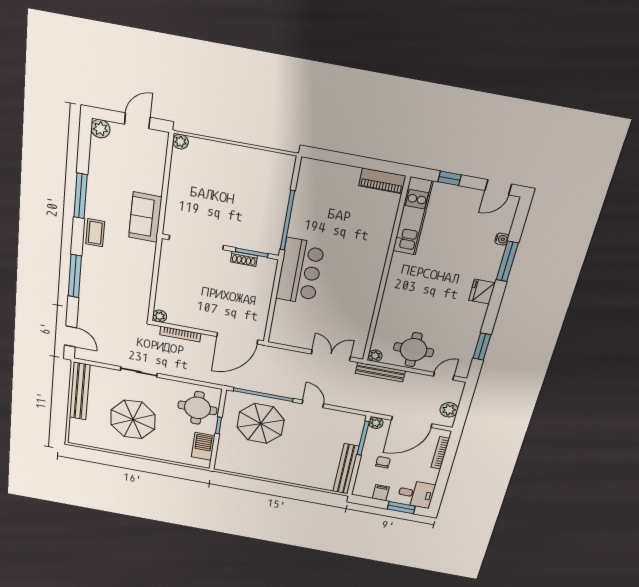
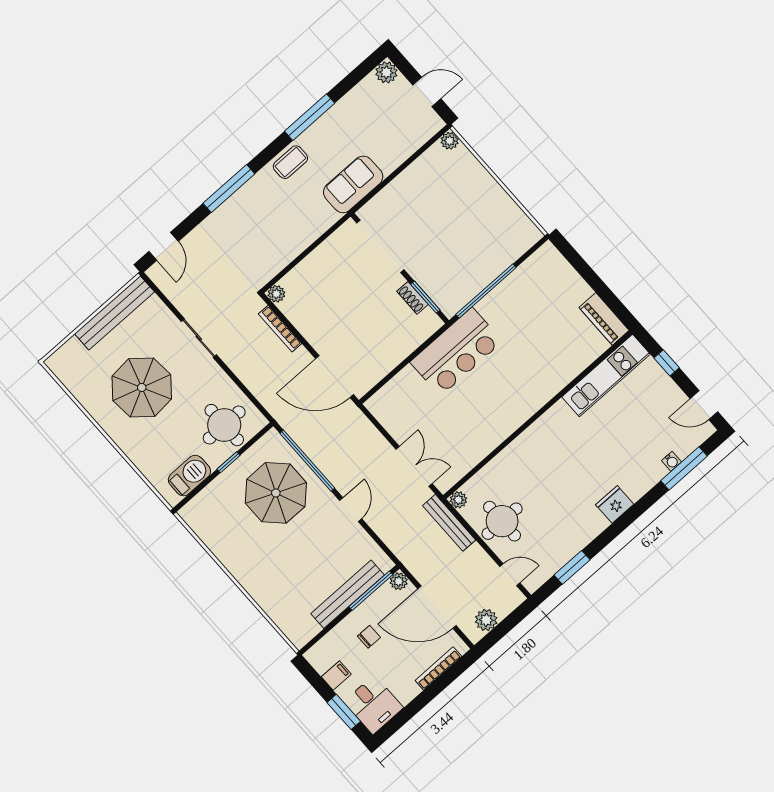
window: (507, 261) -> (684, 468), moved
bench: (346, 469) -> (348, 594), moved

